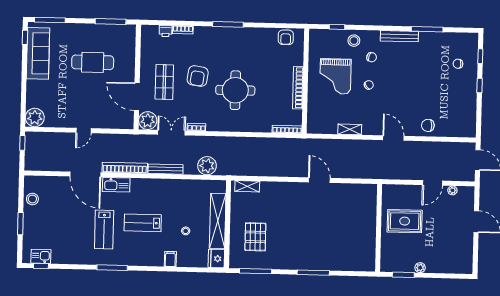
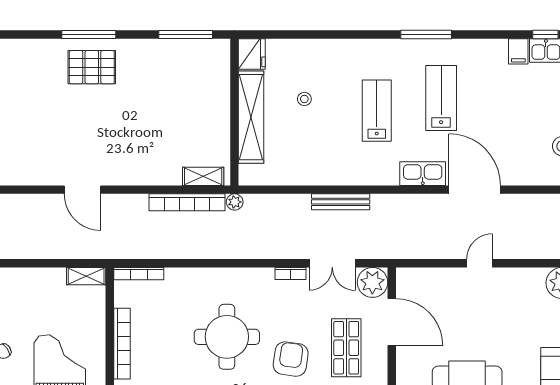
shelving: (350, 129) -> (86, 276), moved
plant: (207, 166) -> (235, 202), moved, width x0.53, depth x0.53
bookcase: (125, 168) -> (187, 202), moved
lab bench: (143, 223) -> (377, 111), turned -90
pallet: (255, 237) -> (92, 67), moved, turned 90
filing cabinet: (170, 259) -> (518, 51), moved

